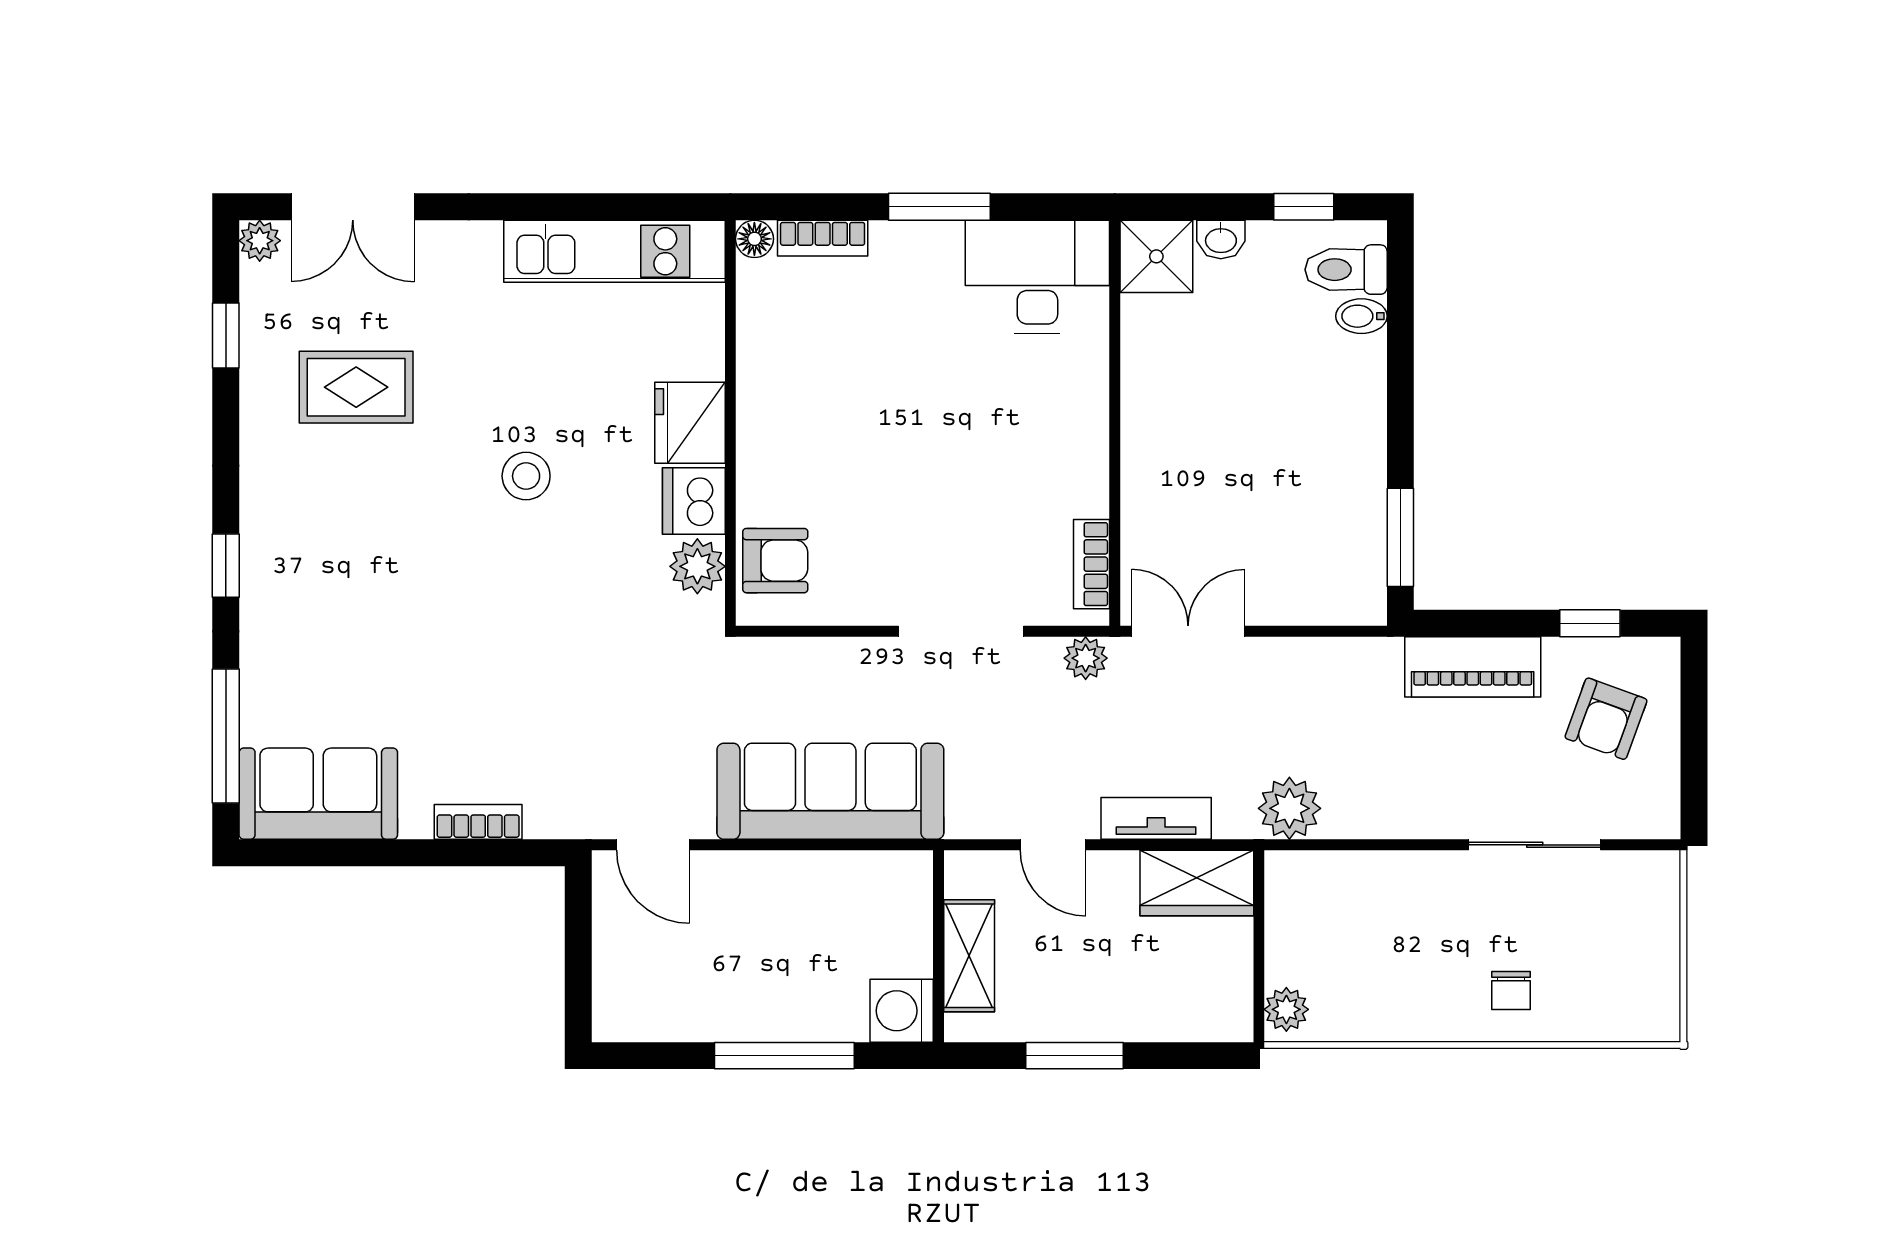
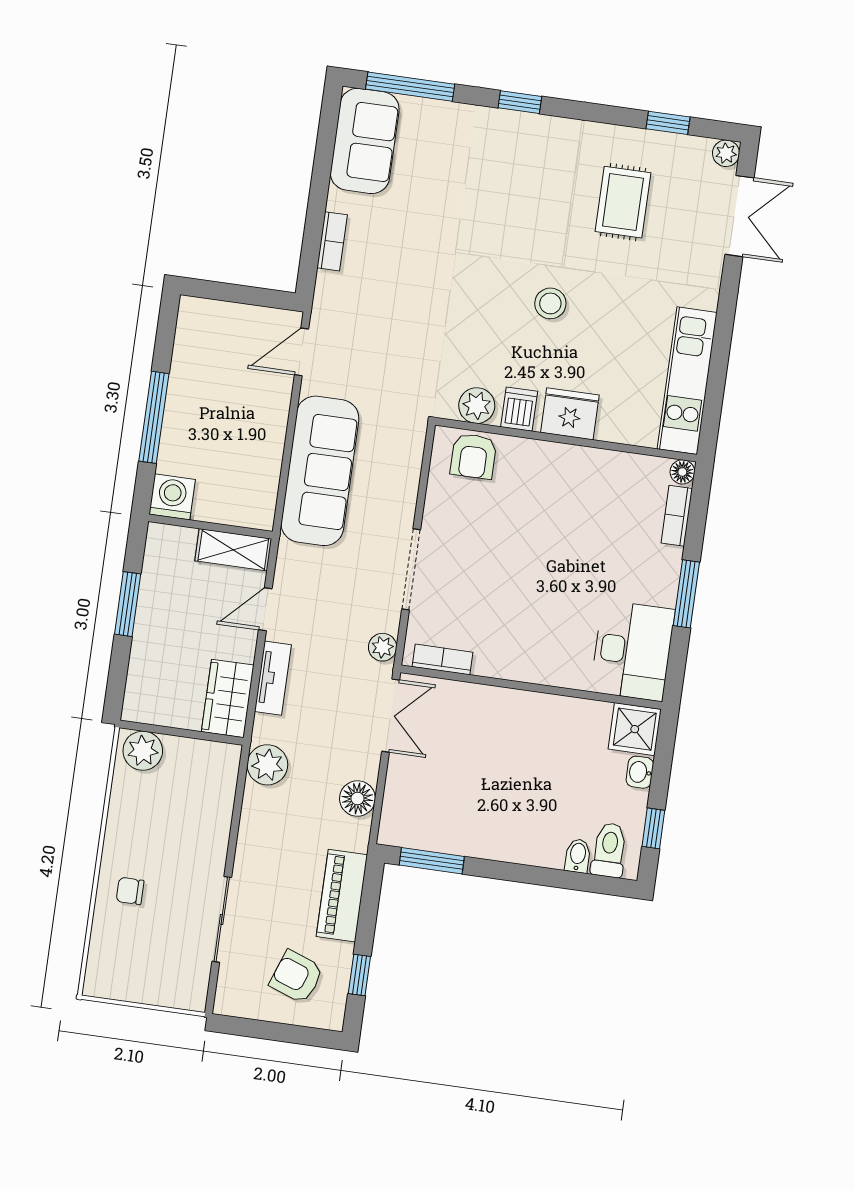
double door: (353, 207) -> (739, 216), swing flipped
dishwasher: (694, 501) -> (519, 409), width x0.73
floor lamp: (1321, 664) -> (357, 798), added
shelving: (969, 956) -> (233, 550), moved
plant: (1286, 1009) -> (143, 751), width x1.38, depth x1.38

